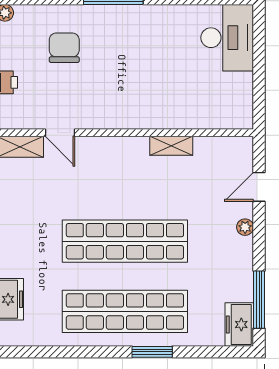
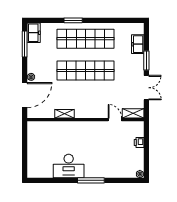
desk: (227, 38) -> (69, 166), moved, turned -90
chair: (64, 48) -> (113, 158), removed
door: (259, 187) -> (25, 95), width x1.87

